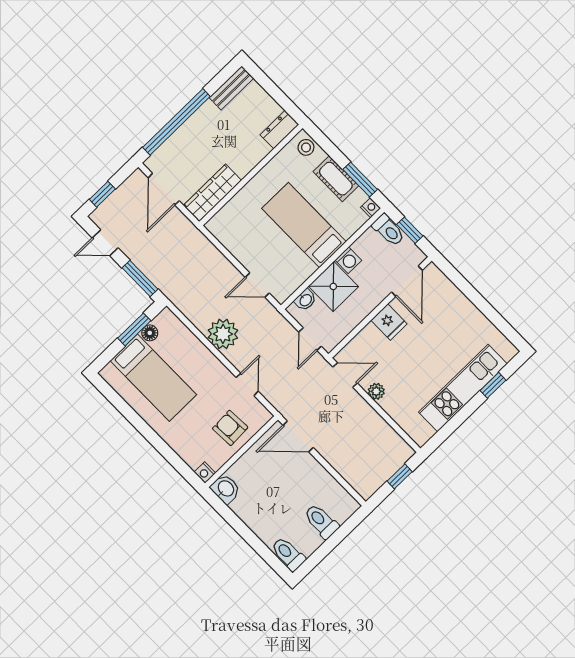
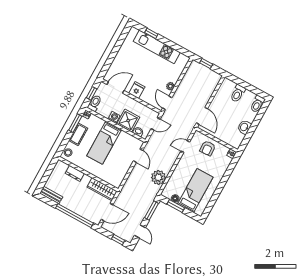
dresser: (280, 130) -> (75, 173), moved
plant: (223, 334) -> (158, 177), moved
washbasin: (225, 489) -> (244, 127), moved

